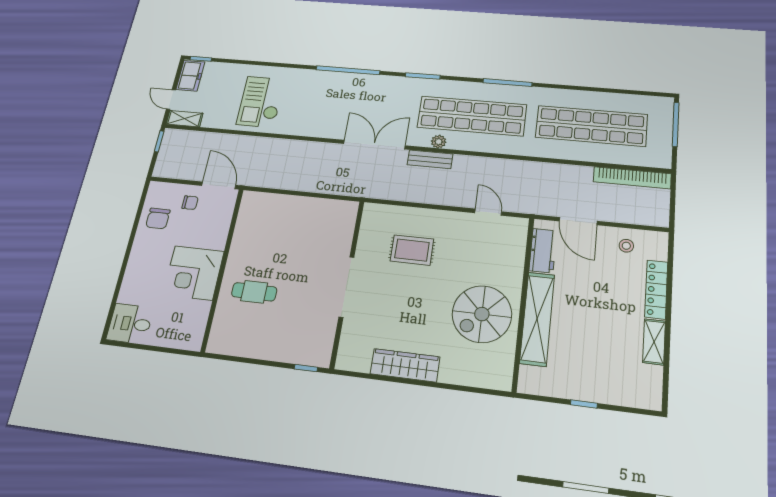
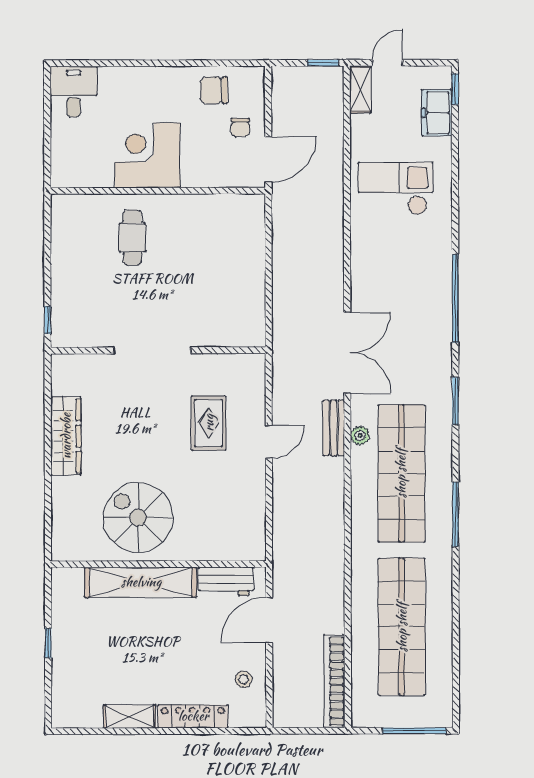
freezer: (190, 76) -> (437, 113), moved, turned 90
door: (488, 212) -> (269, 442), moved

